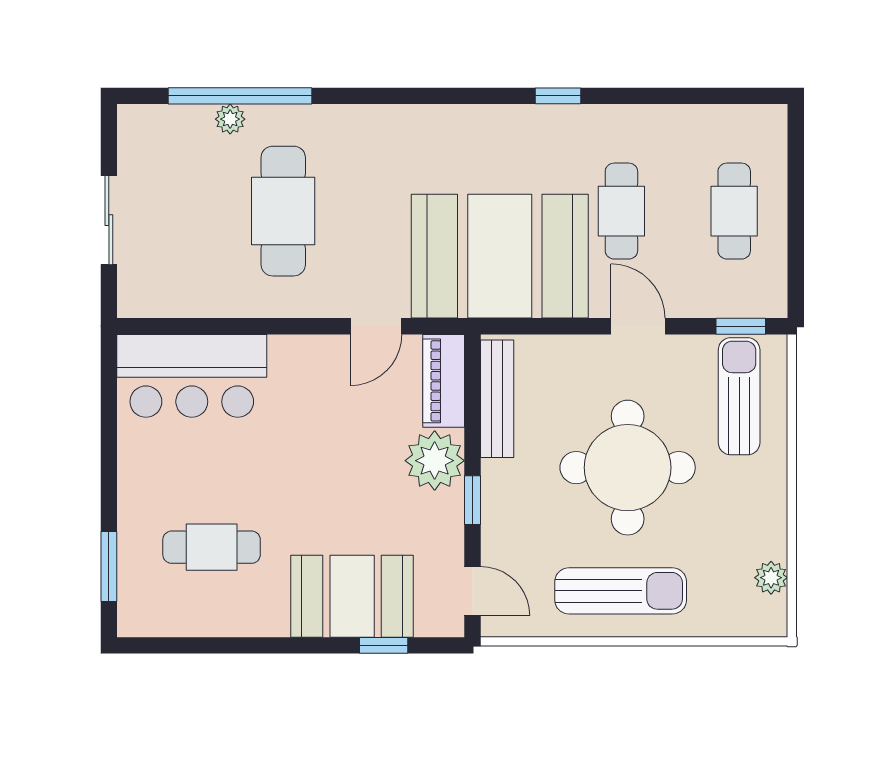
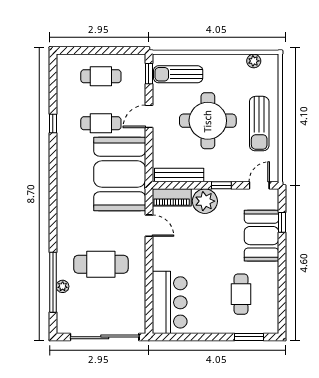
window: (558, 96) -> (53, 124), moved
sliding door: (109, 220) -> (105, 337), width x1.86
sun lounger: (621, 591) -> (259, 124), turned 180

